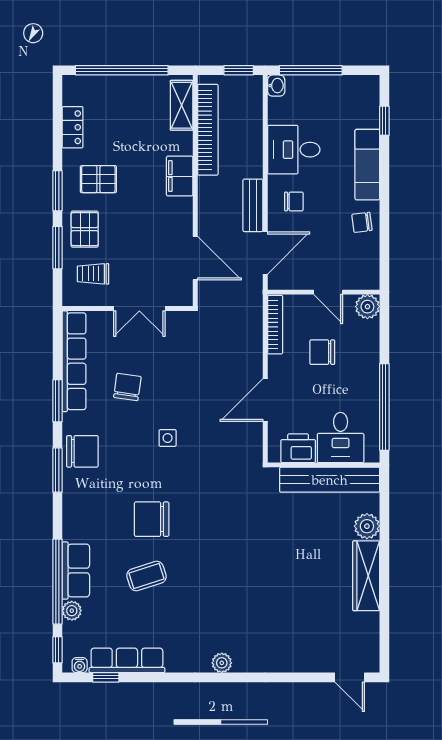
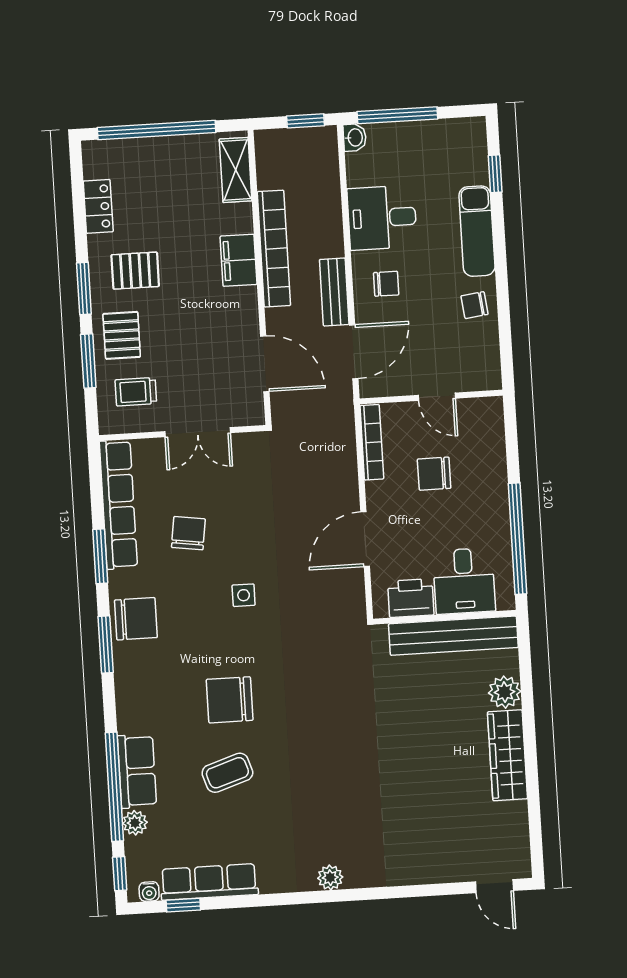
bookcase: (208, 130) -> (274, 249), moved
plant: (367, 307) -> (488, 412), removed

